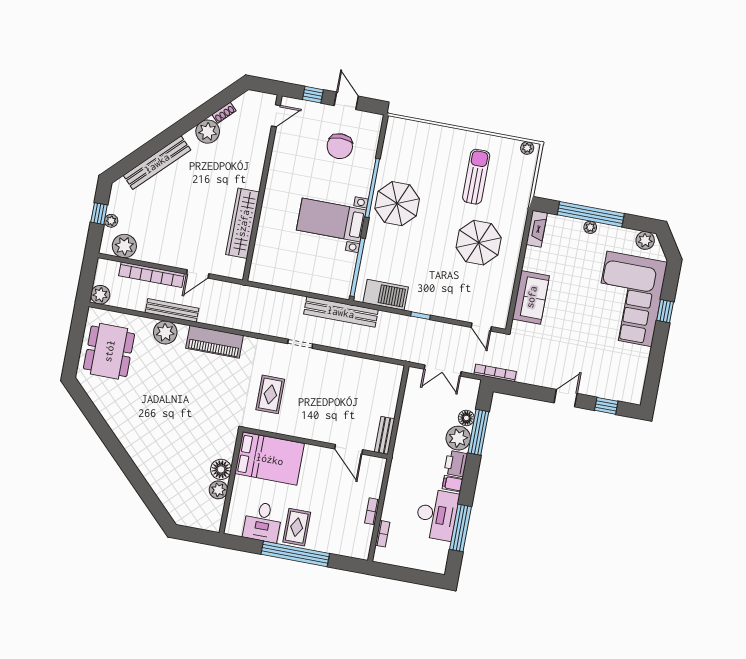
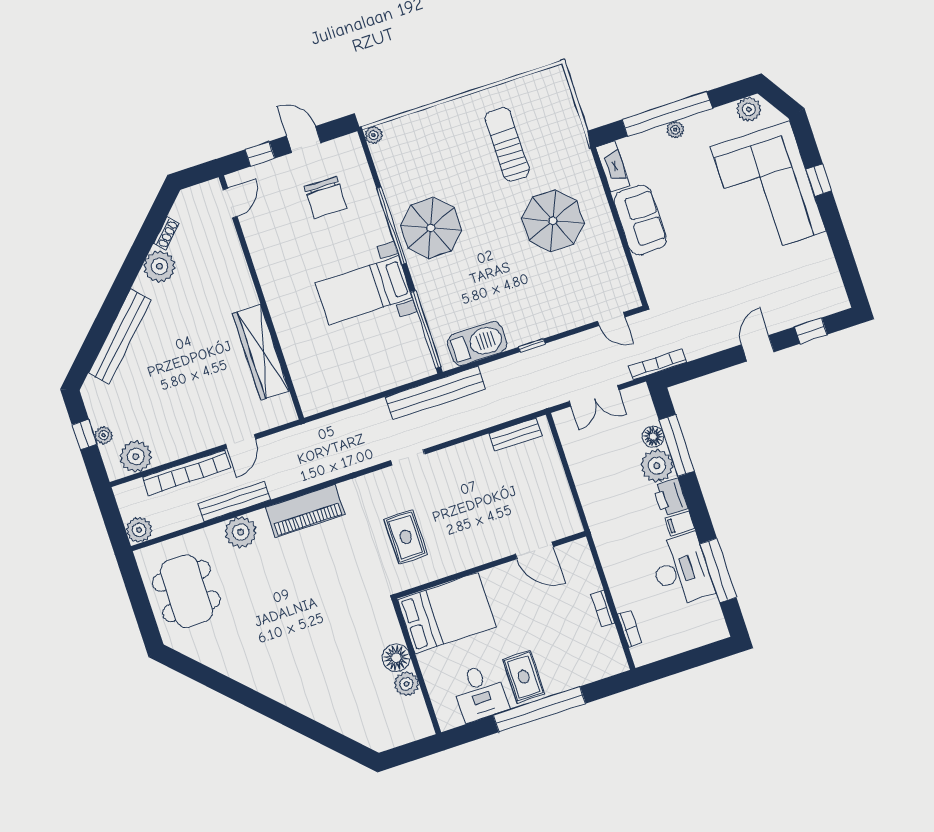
plant: (527, 148) -> (373, 135), moved
sofa: (531, 297) -> (640, 220), moved
bench: (385, 435) -> (515, 435), moved, turned 90

